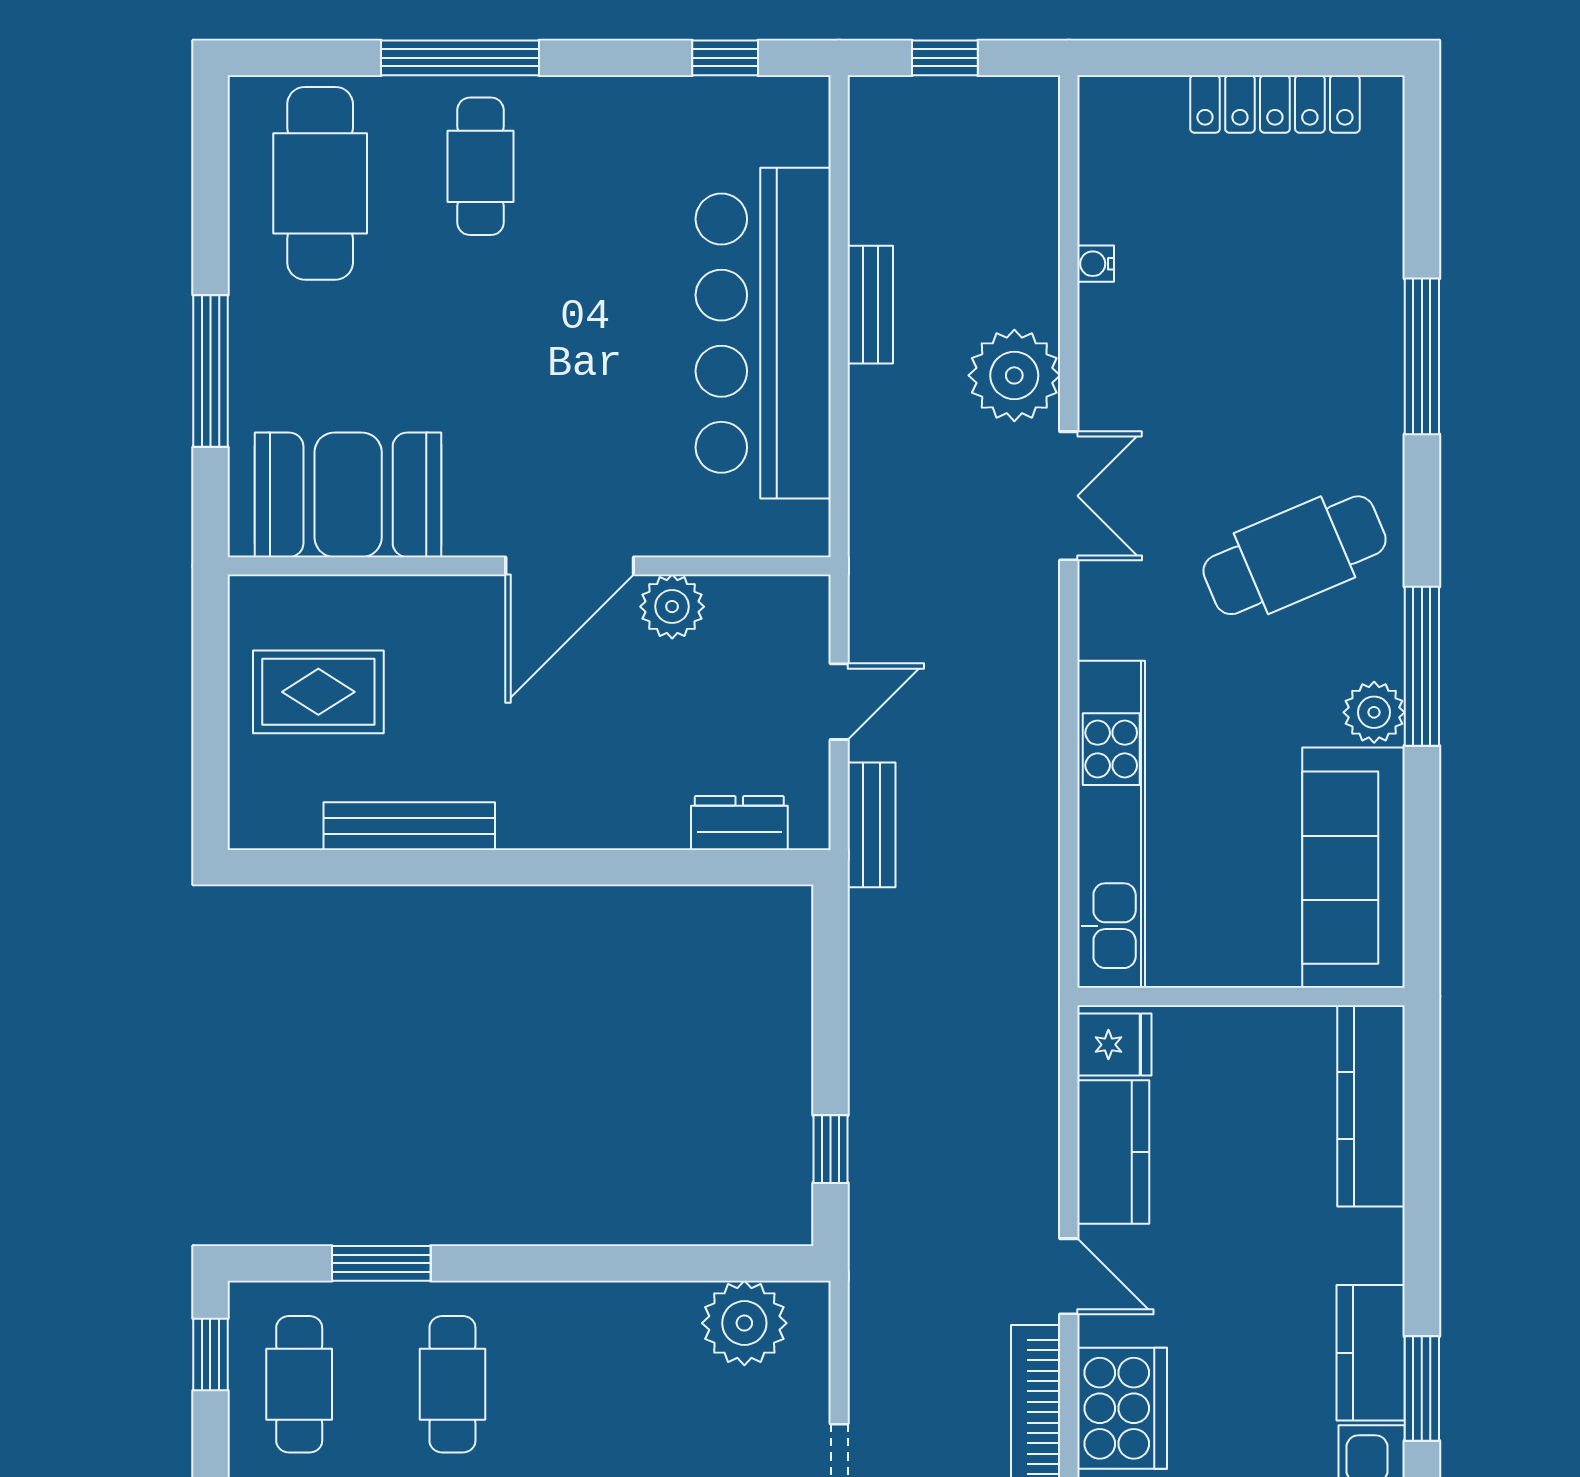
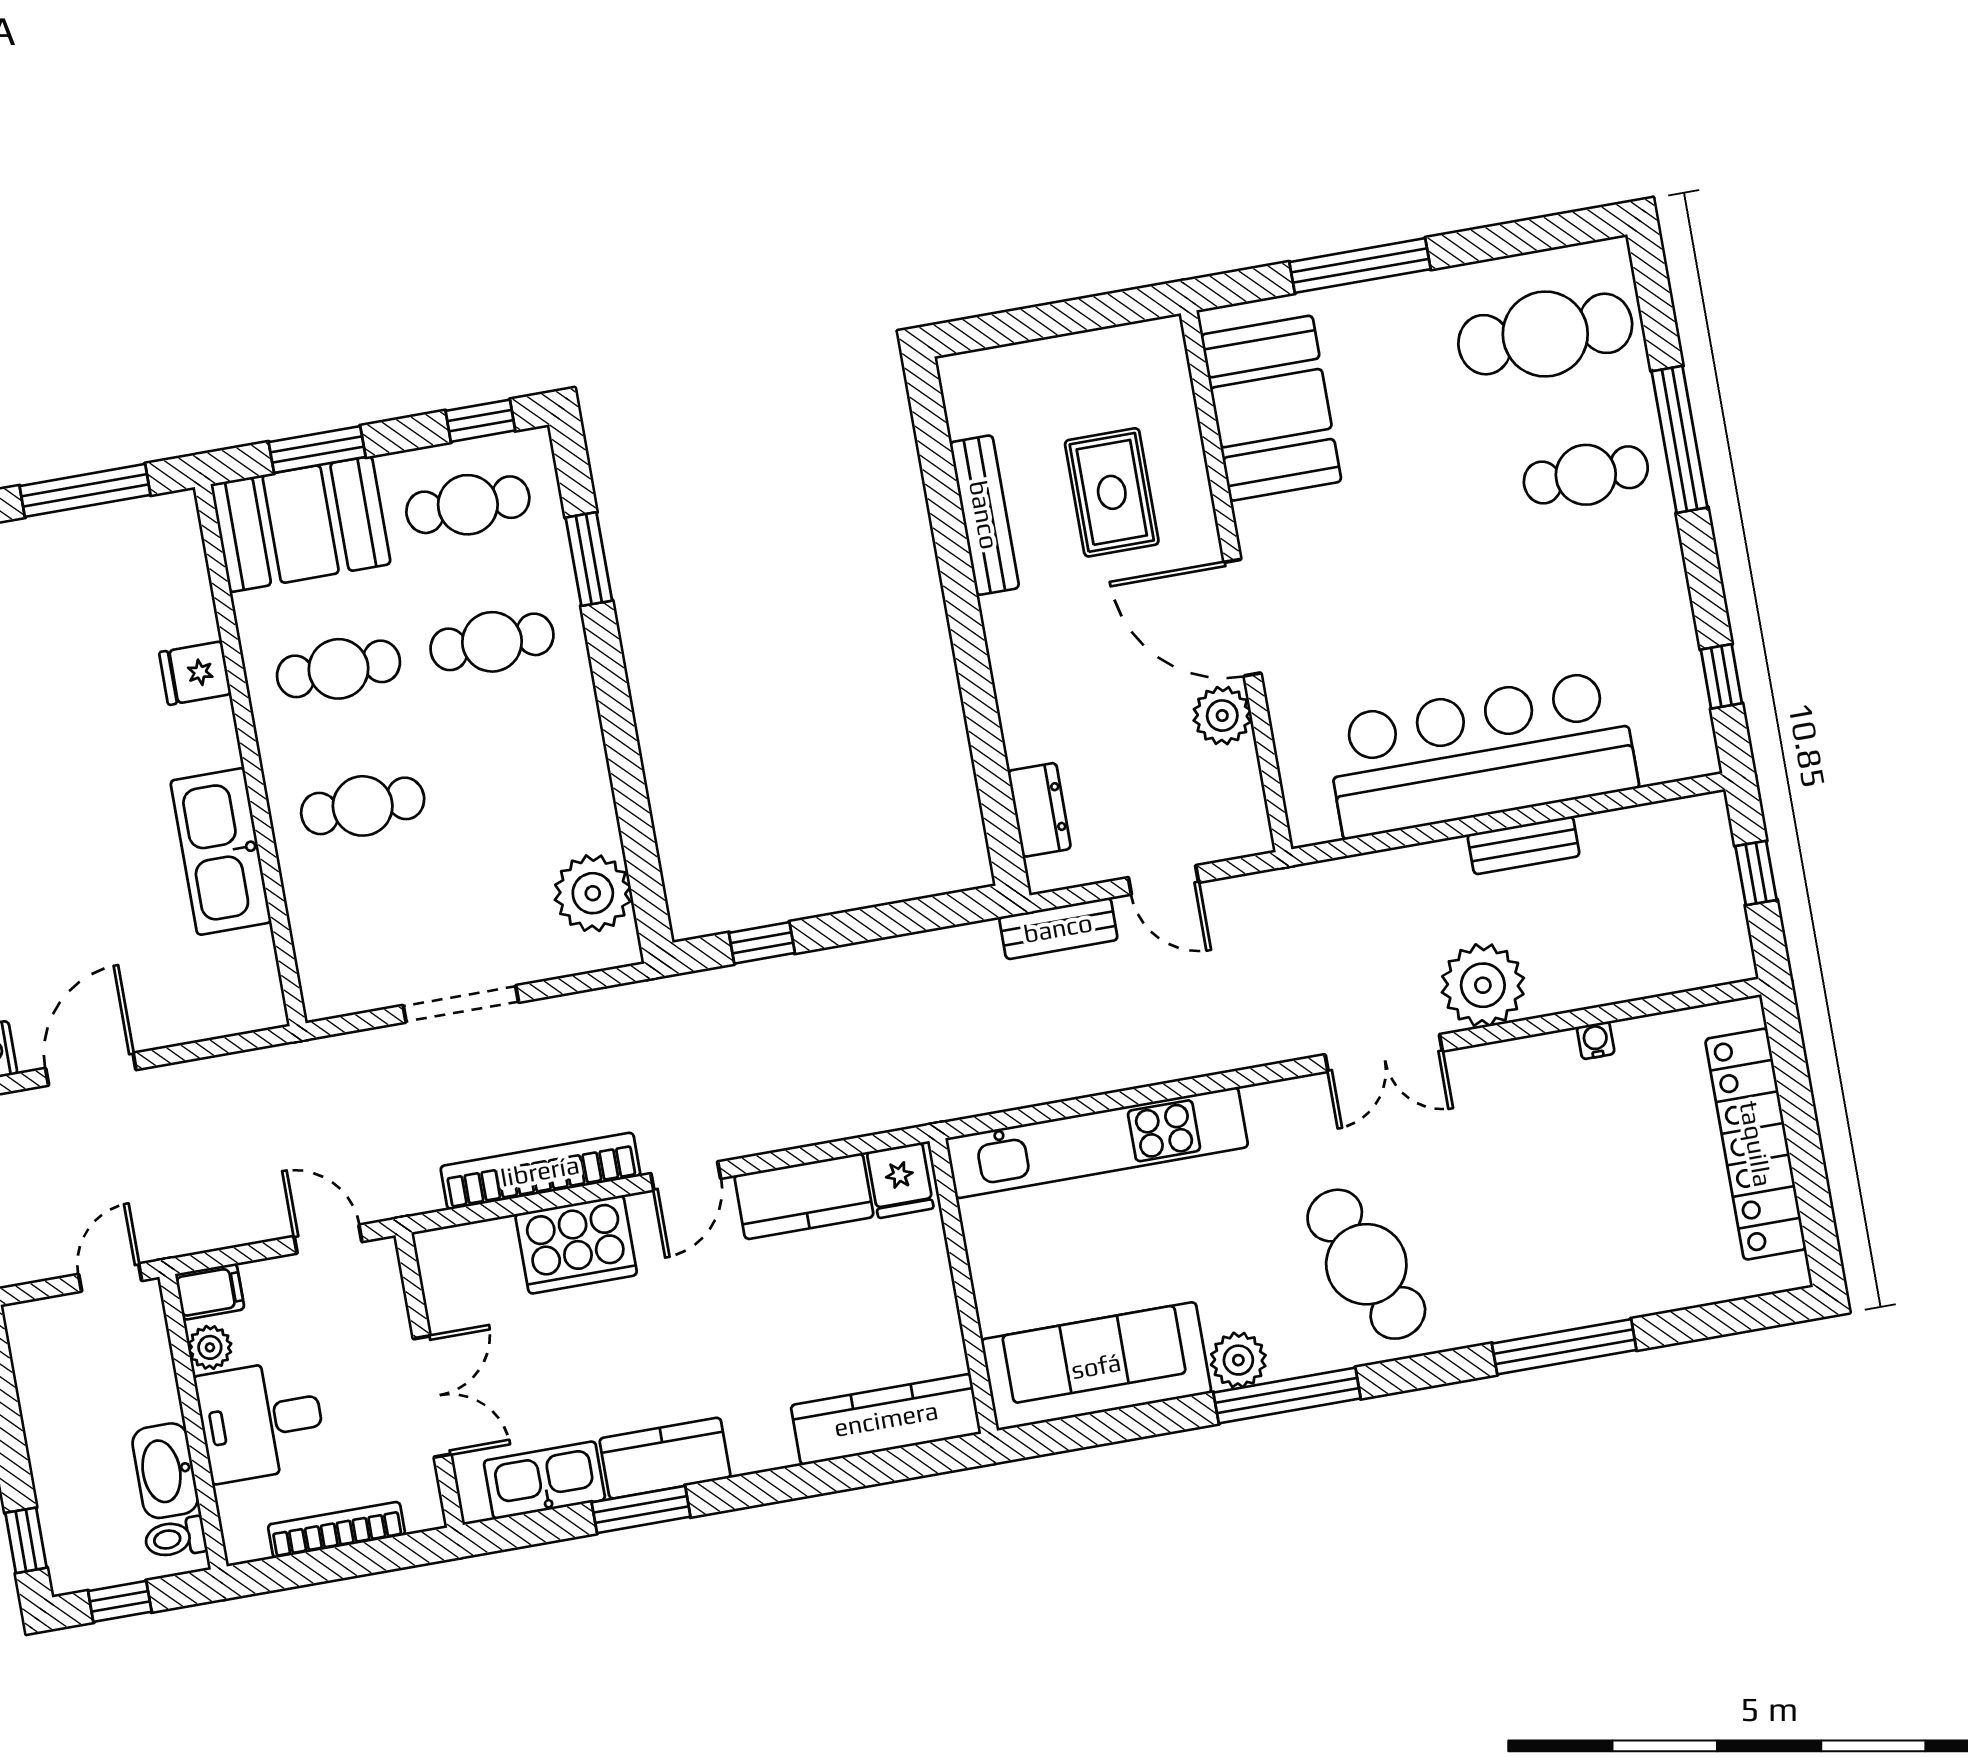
locker: (1275, 104) -> (1756, 1144), width x1.41, depth x1.21
rug: (318, 692) -> (1112, 492), moved

